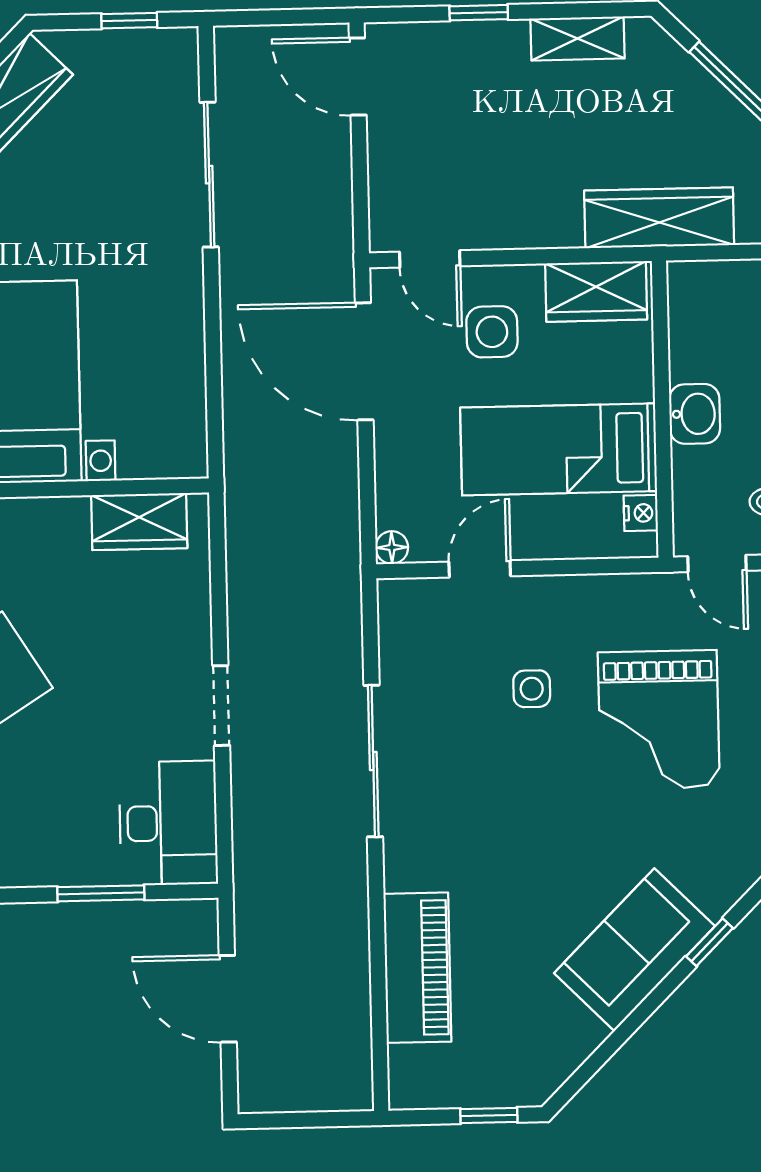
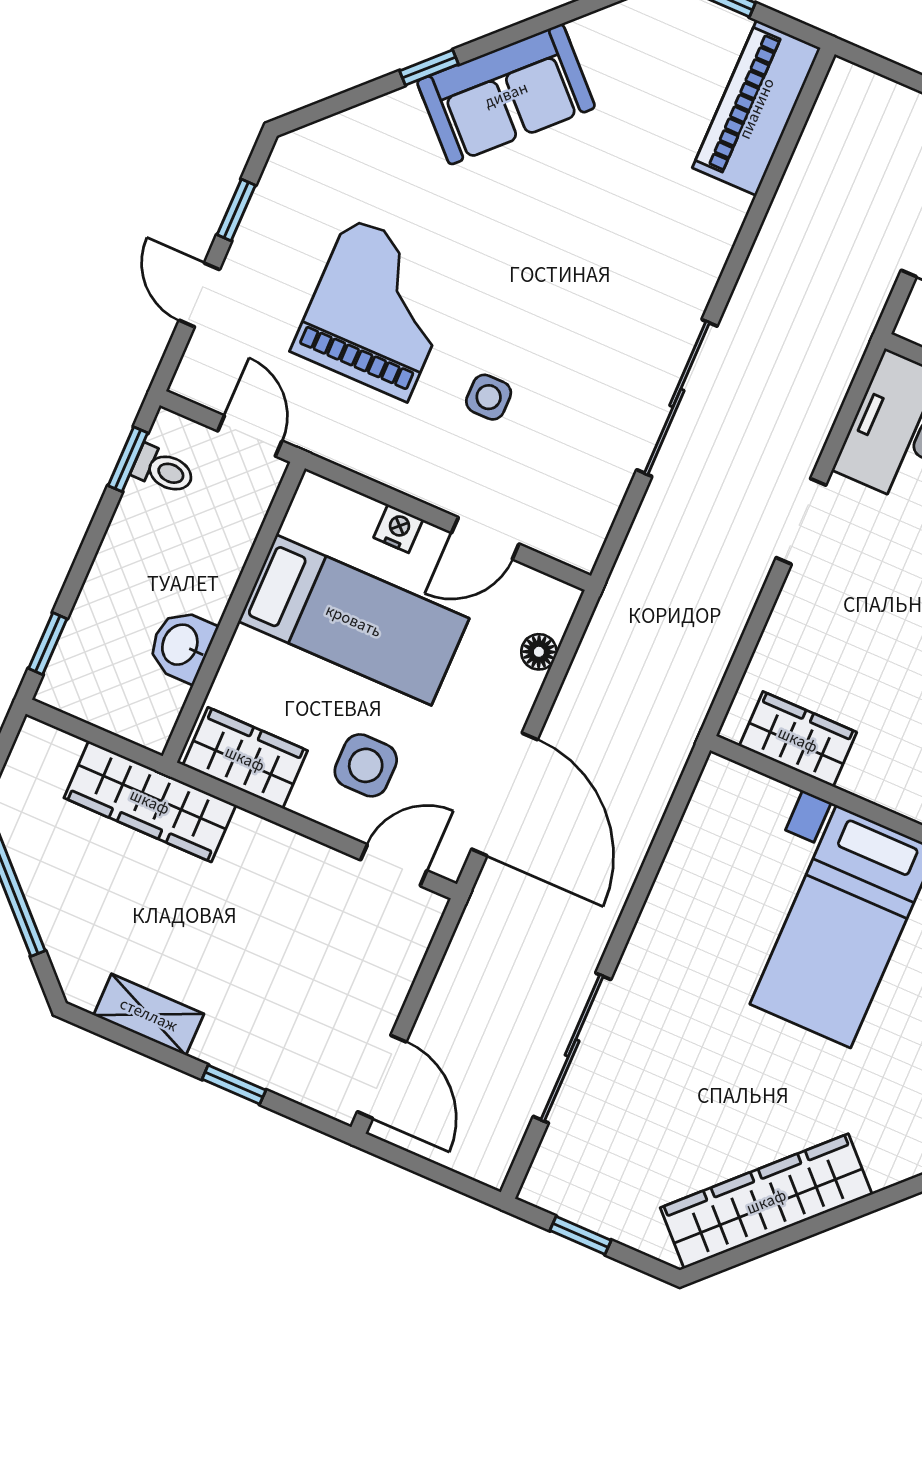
door: (430, 259) -> (394, 865), hinge flipped
washbasin: (695, 414) -> (181, 645), moved
nightstand: (641, 513) -> (398, 529), moved, turned 90
floor lamp: (392, 547) -> (539, 652), moved
piano: (417, 968) -> (756, 108), moved

